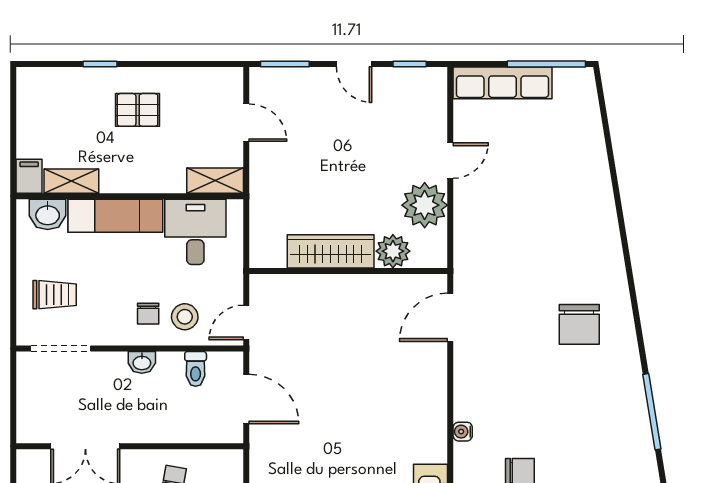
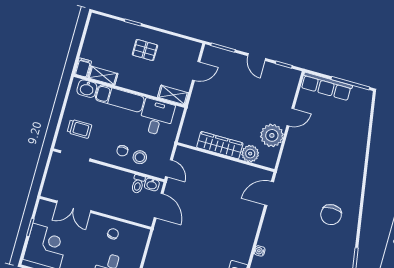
door: (246, 123) -> (196, 71), hinge flipped
door: (246, 322) -> (169, 168), swing flipped
washbasin: (142, 362) -> (152, 185), moved

